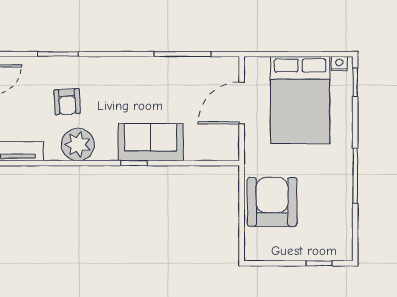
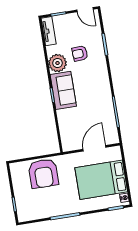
door: (242, 103) -> (94, 148), hinge flipped
sofa: (151, 142) -> (63, 90), moved
armchair: (272, 202) -> (43, 173), turned 90

